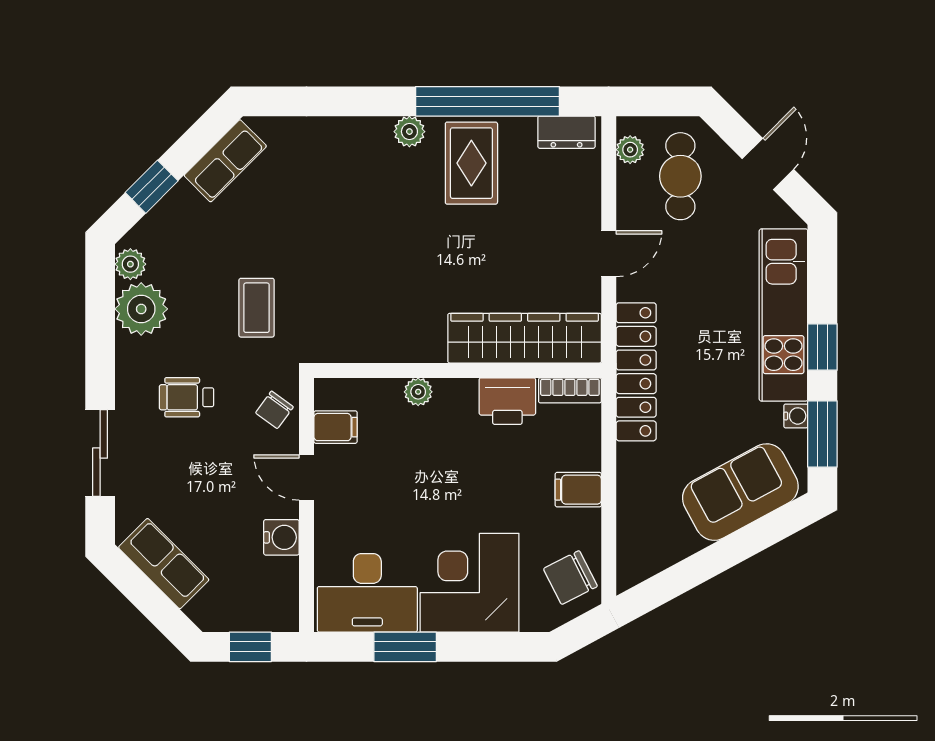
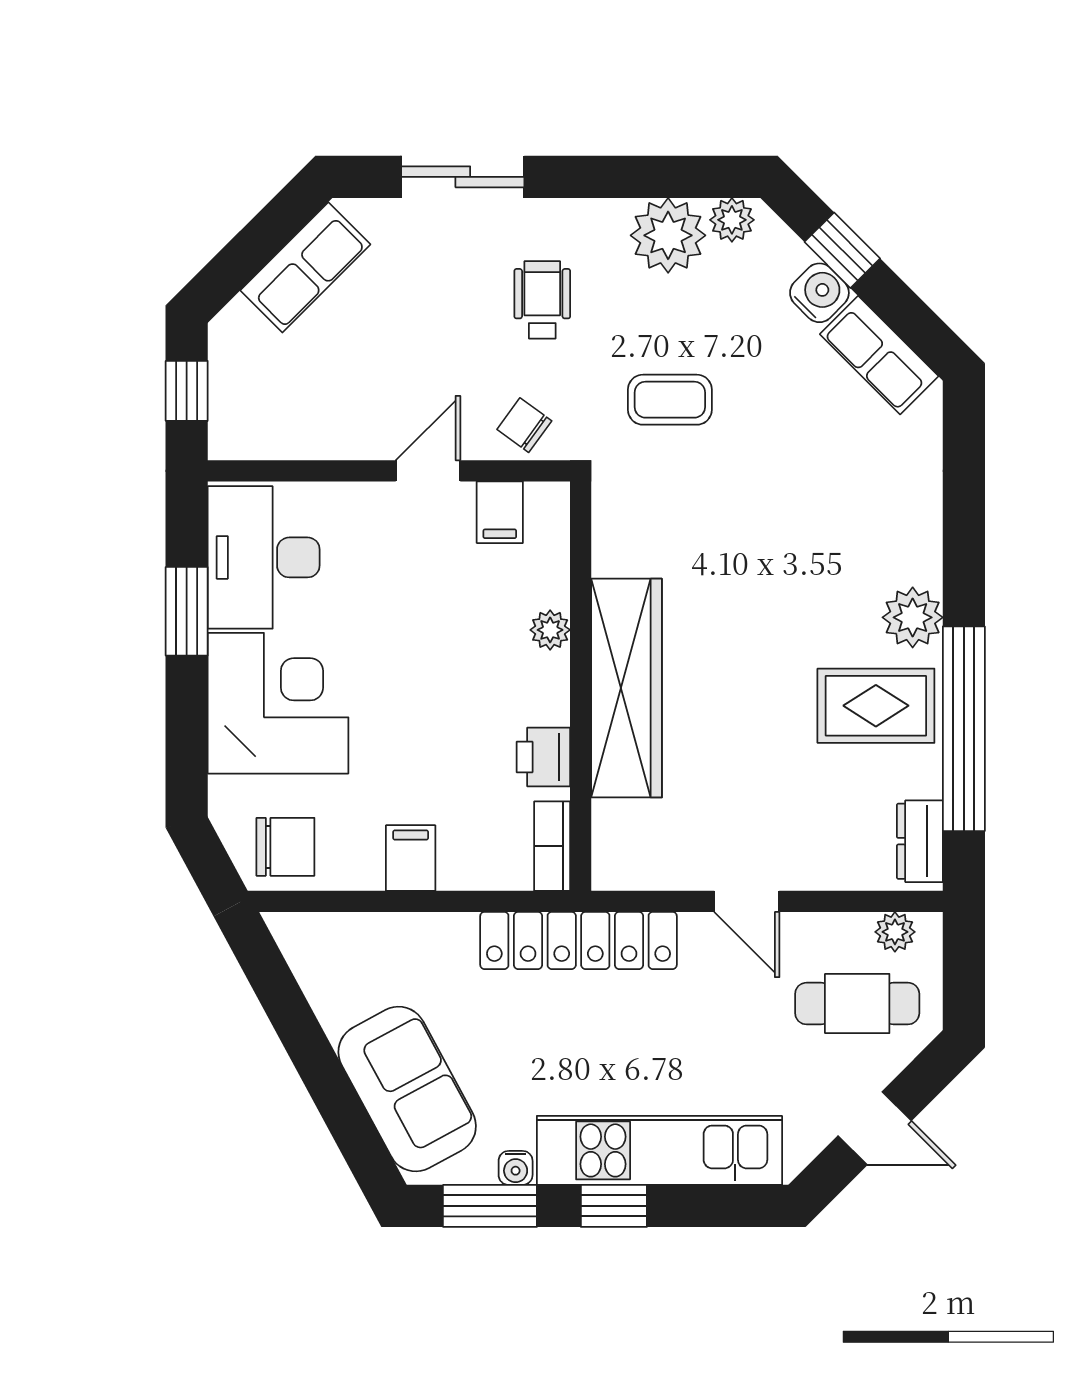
plant: (409, 132) -> (913, 617), width x1.38, depth x1.38
wardrobe: (525, 338) -> (626, 688), moved
printer: (507, 401) -> (543, 757), width x0.73, depth x0.81
water cooler: (281, 537) -> (819, 293), moved, turned -135
chair: (570, 577) -> (285, 847), turned 117

